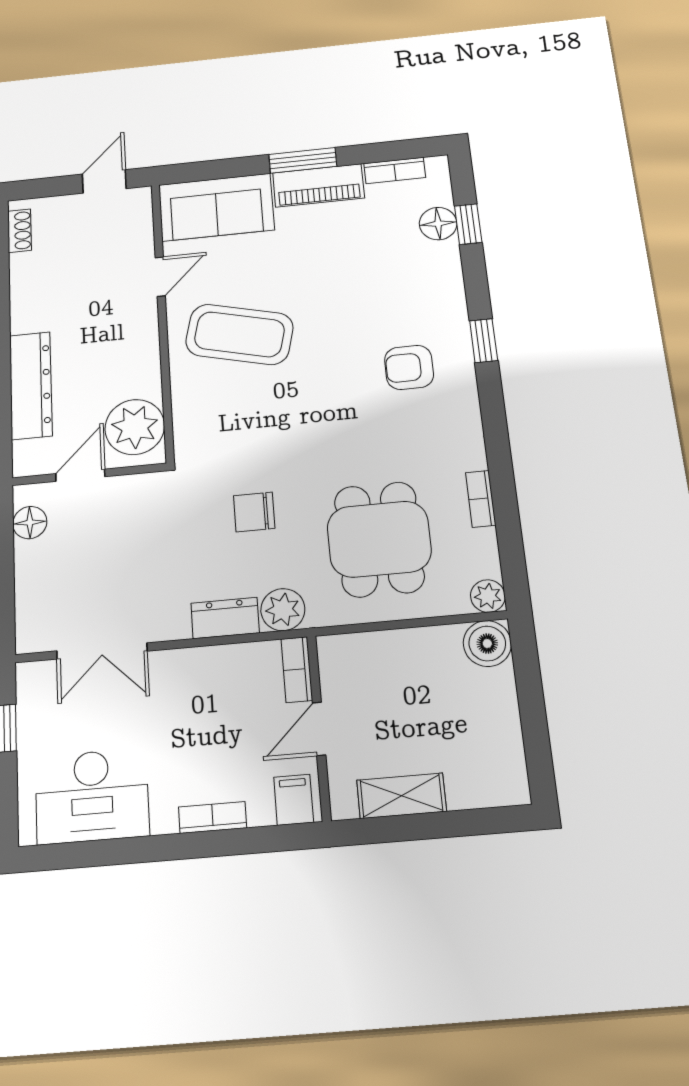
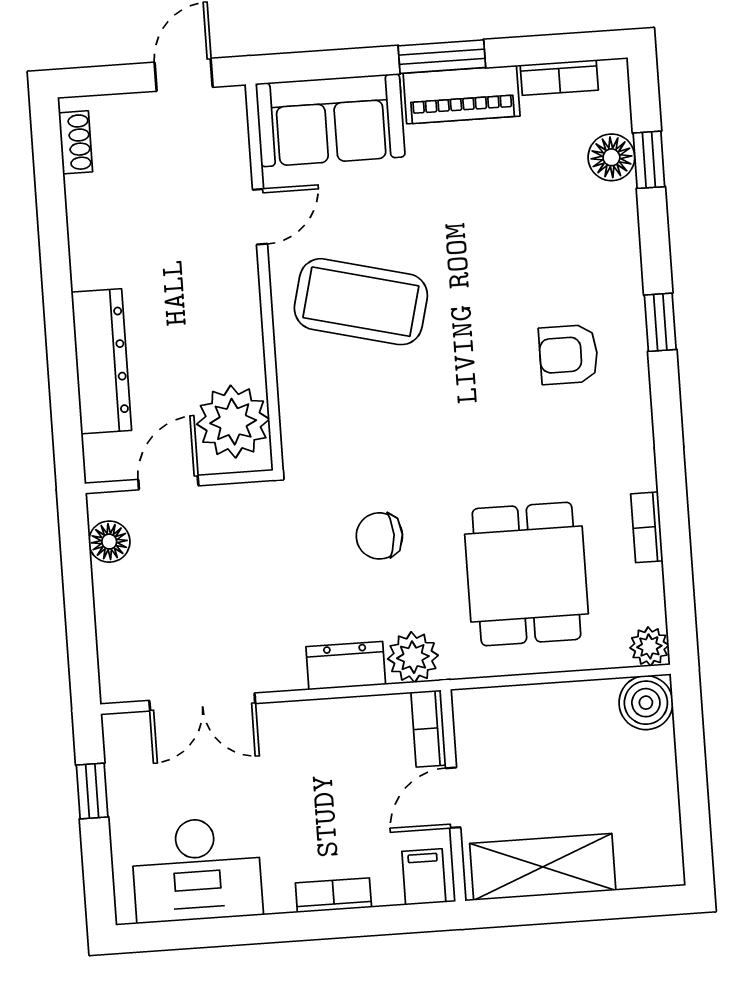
shelving: (401, 796) -> (543, 867), width x1.50, depth x1.33

